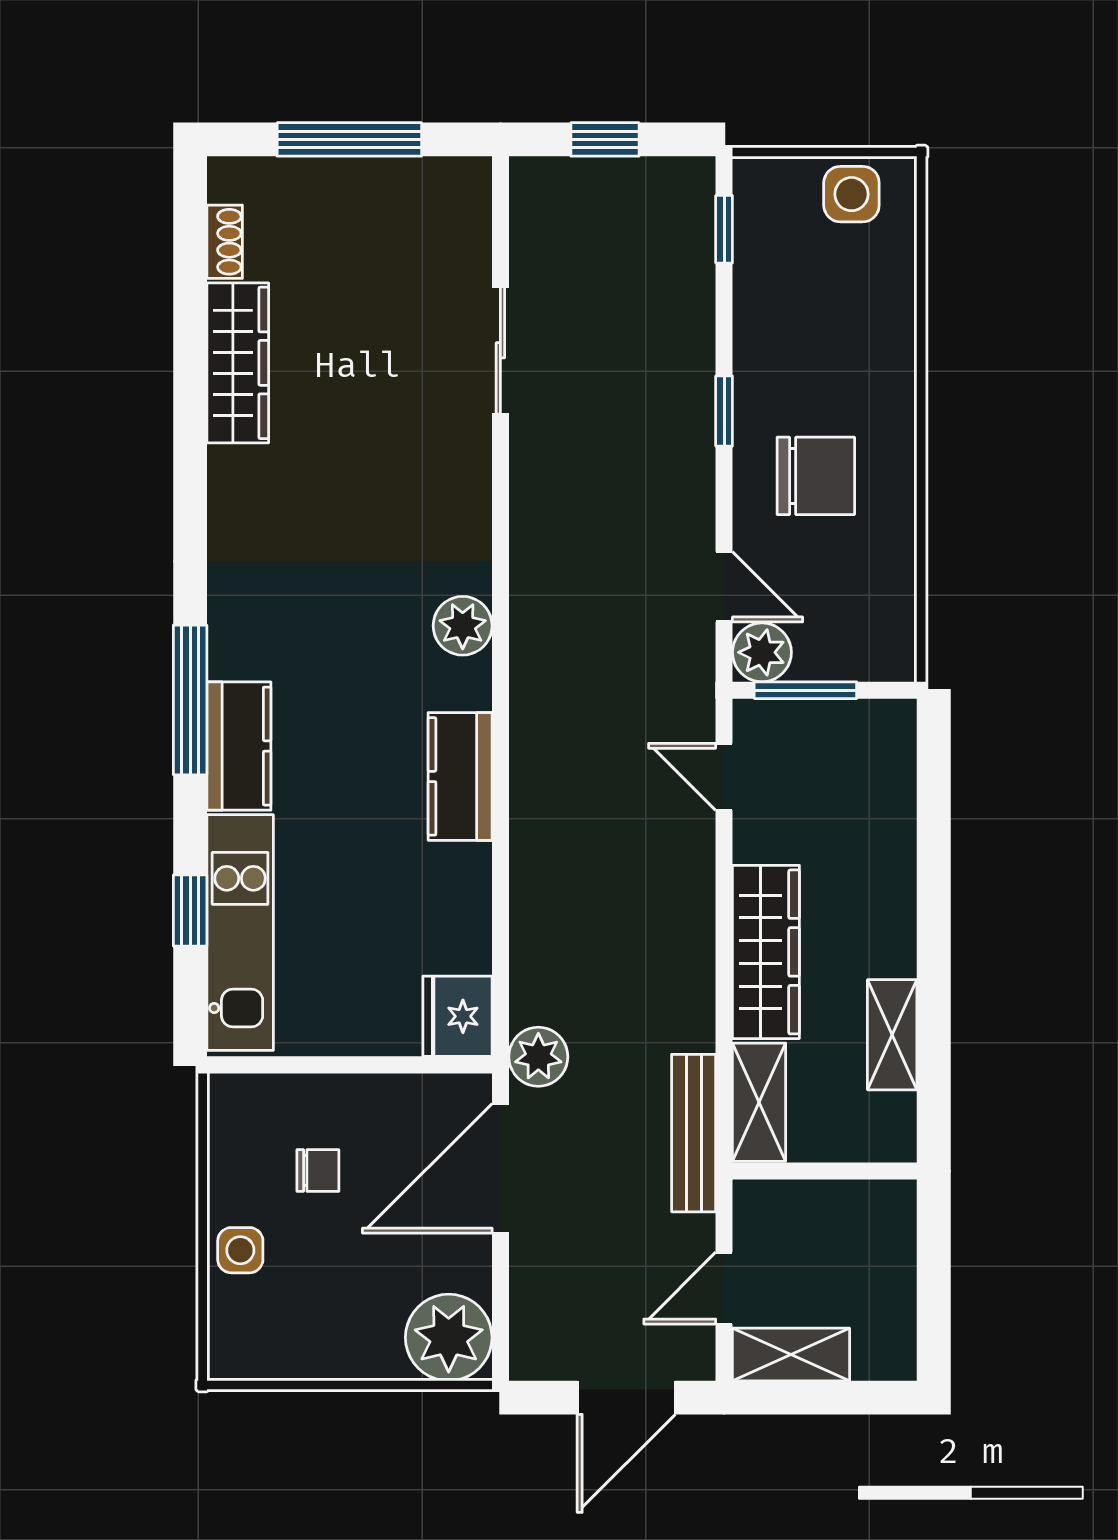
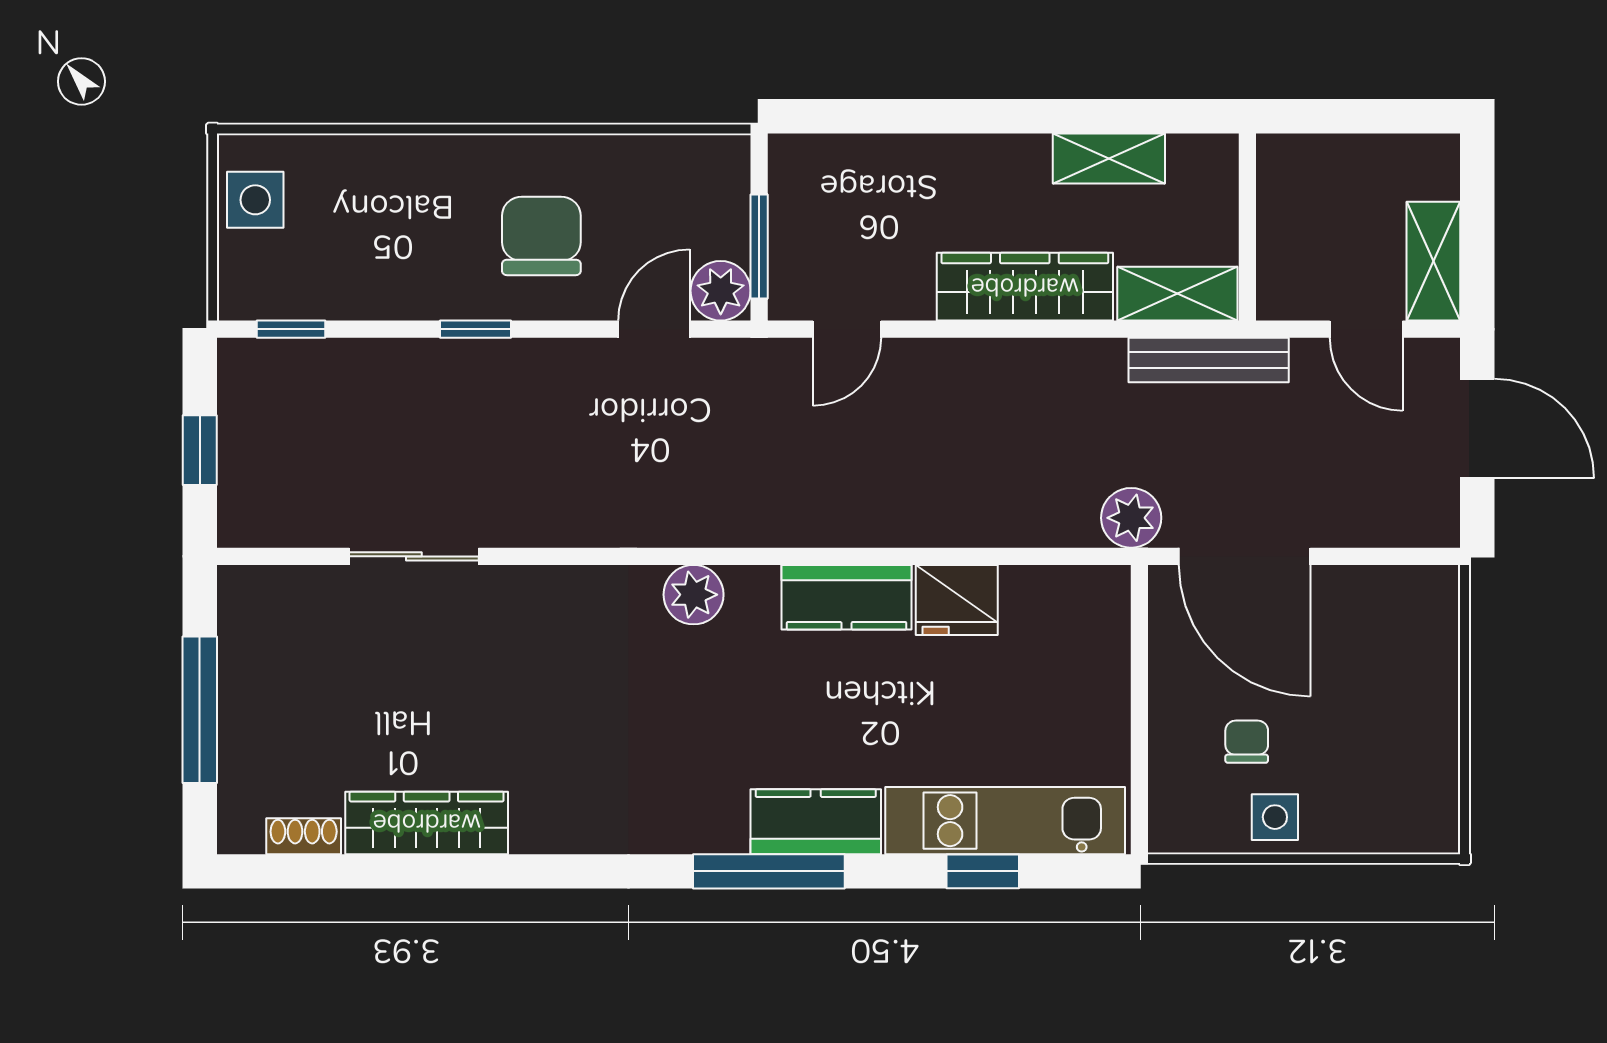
fridge: (457, 1016) -> (957, 600), moved
side table: (240, 1250) -> (1275, 817), moved
plant: (449, 1337) -> (1416, 609), removed

